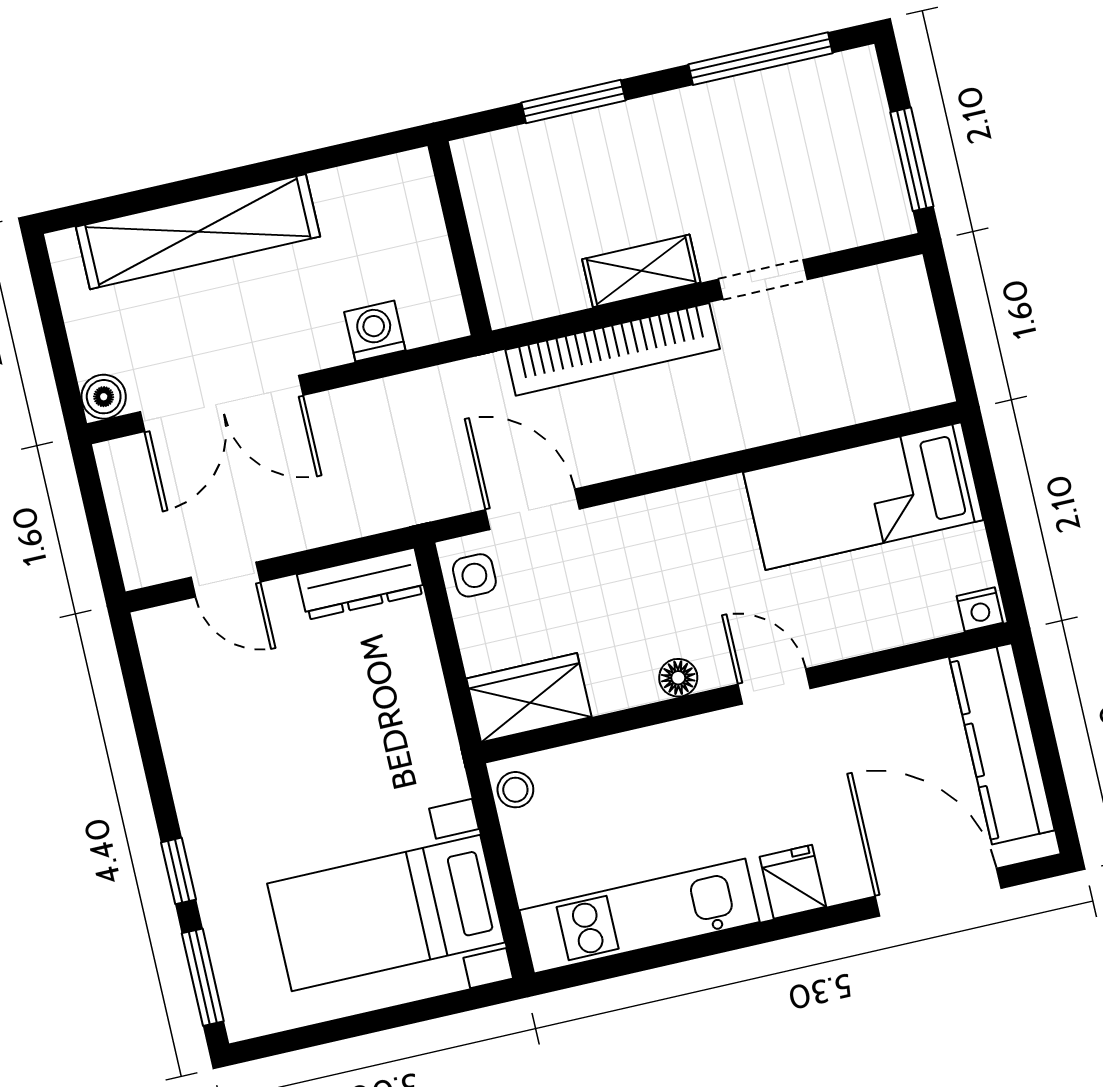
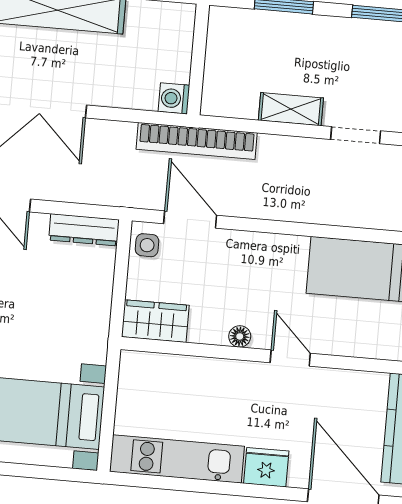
washing machine: (375, 331) -> (174, 98), moved, turned -90
bookcase: (613, 349) -> (197, 141), moved
stool: (515, 790) -> (132, 369), removed
fridge: (793, 882) -> (266, 467), width x1.38

